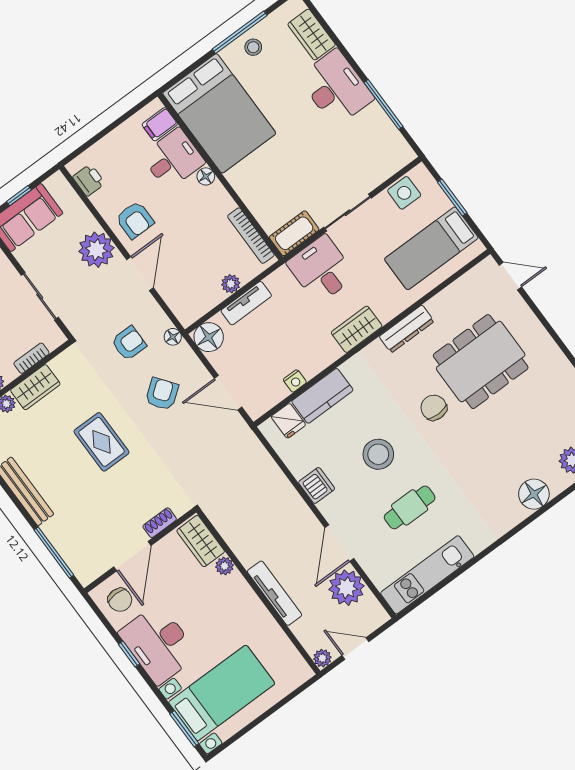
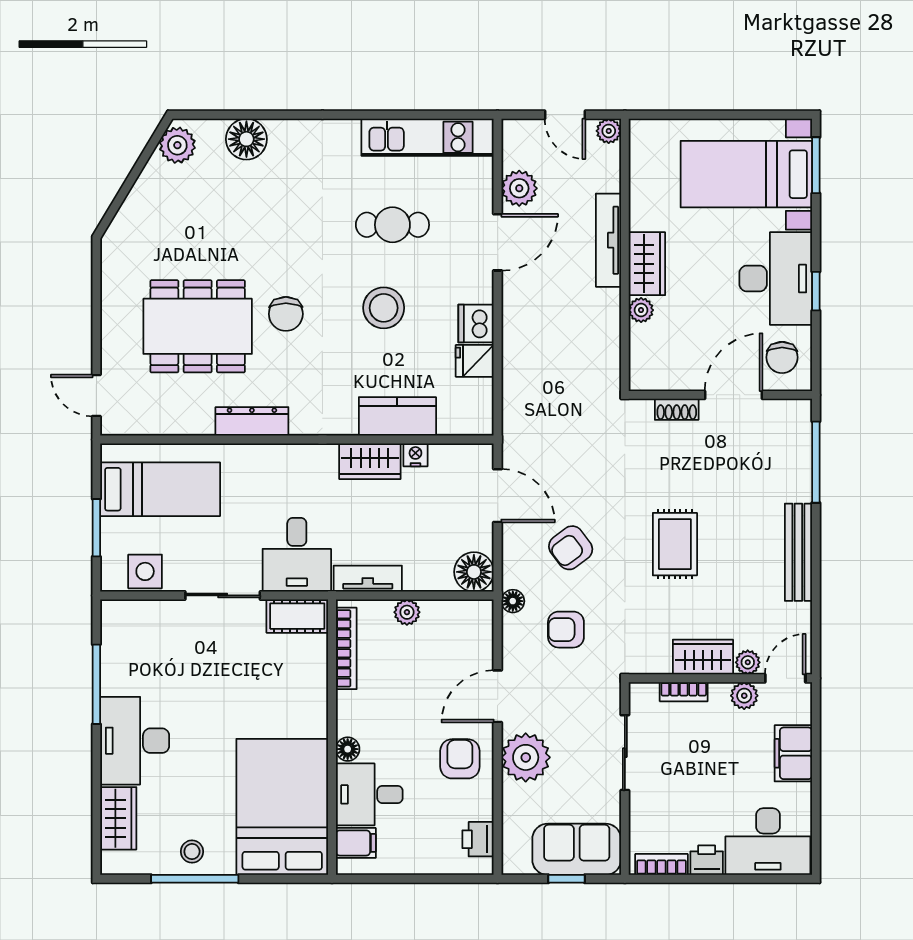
tv unit: (246, 303) -> (368, 579), moved
wardrobe: (357, 329) -> (370, 461), moved
fridge: (288, 421) -> (475, 361), moved, turned -90
wardrobe: (201, 541) -> (647, 264), moved
plant: (346, 588) -> (519, 188), width x0.73, depth x0.73
chair: (120, 600) -> (782, 357), turned 180

